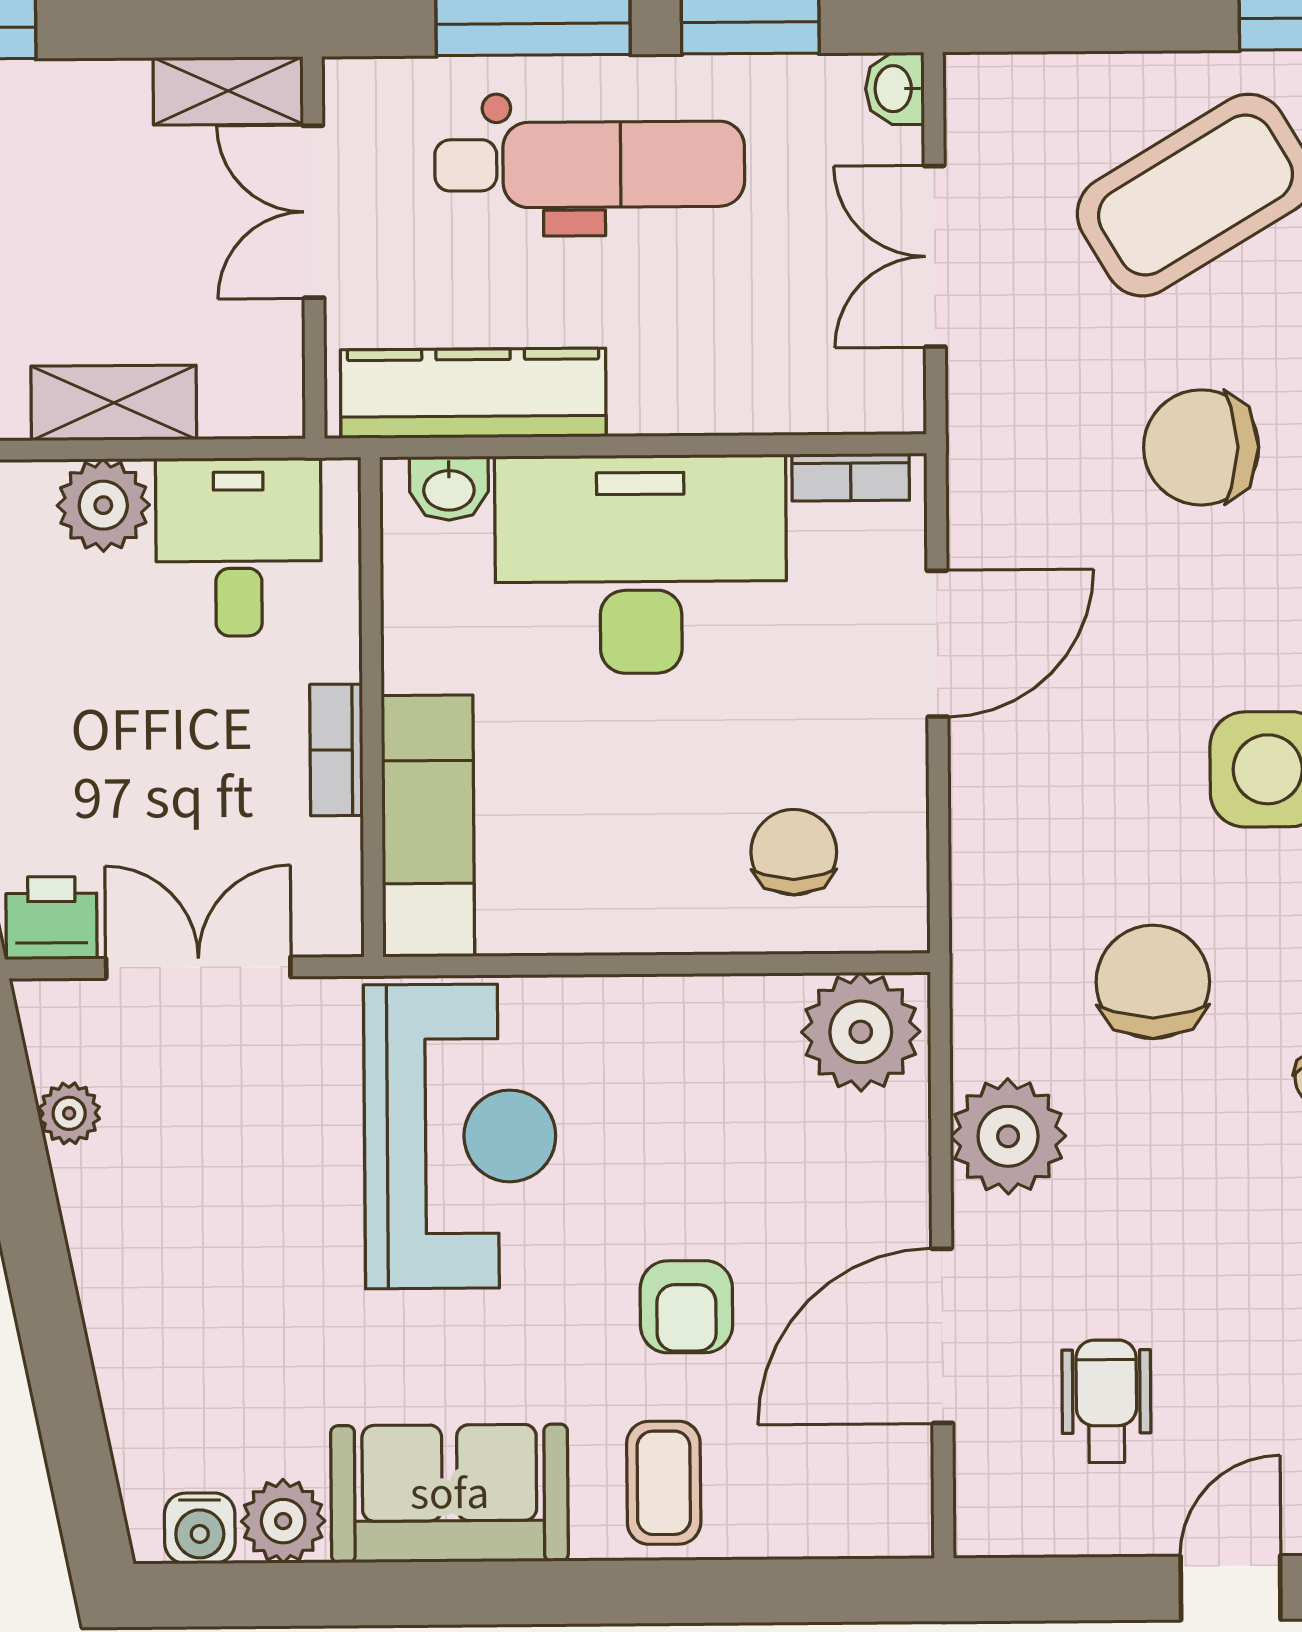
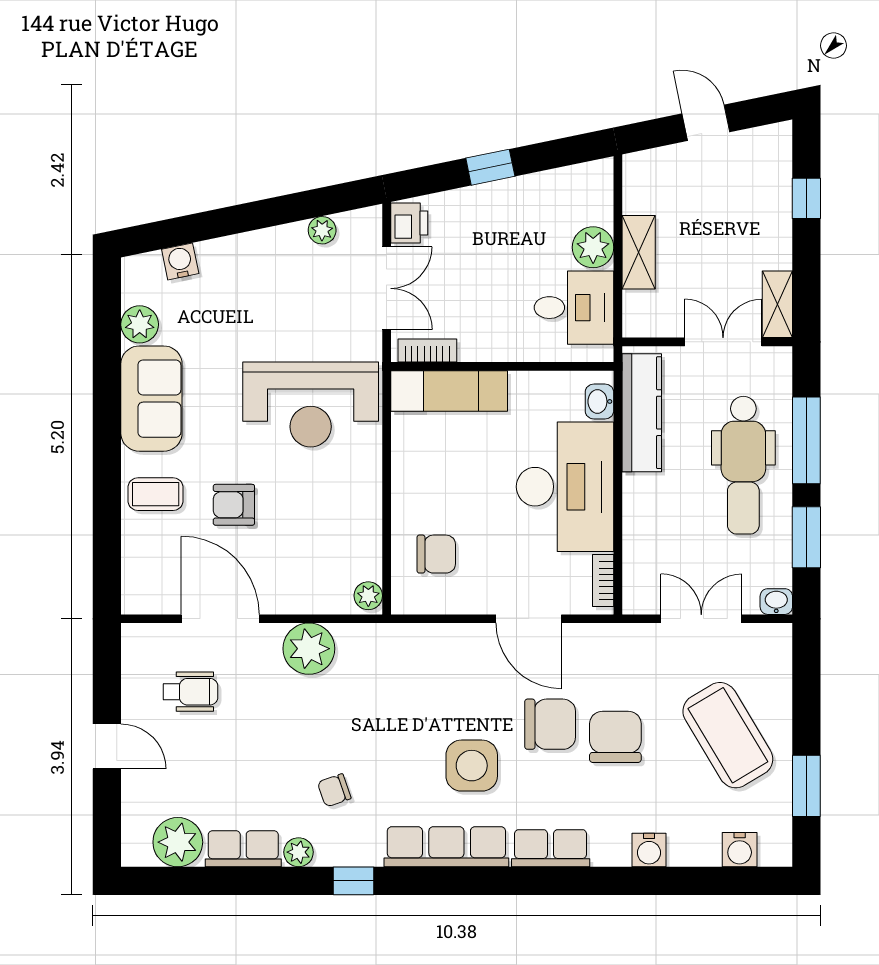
bookcase: (336, 750) -> (427, 351), moved
chair: (1153, 982) -> (550, 724), moved
plant: (861, 1032) -> (368, 596), width x0.53, depth x0.53
water cooler: (200, 1528) -> (180, 261), moved, turned 78

